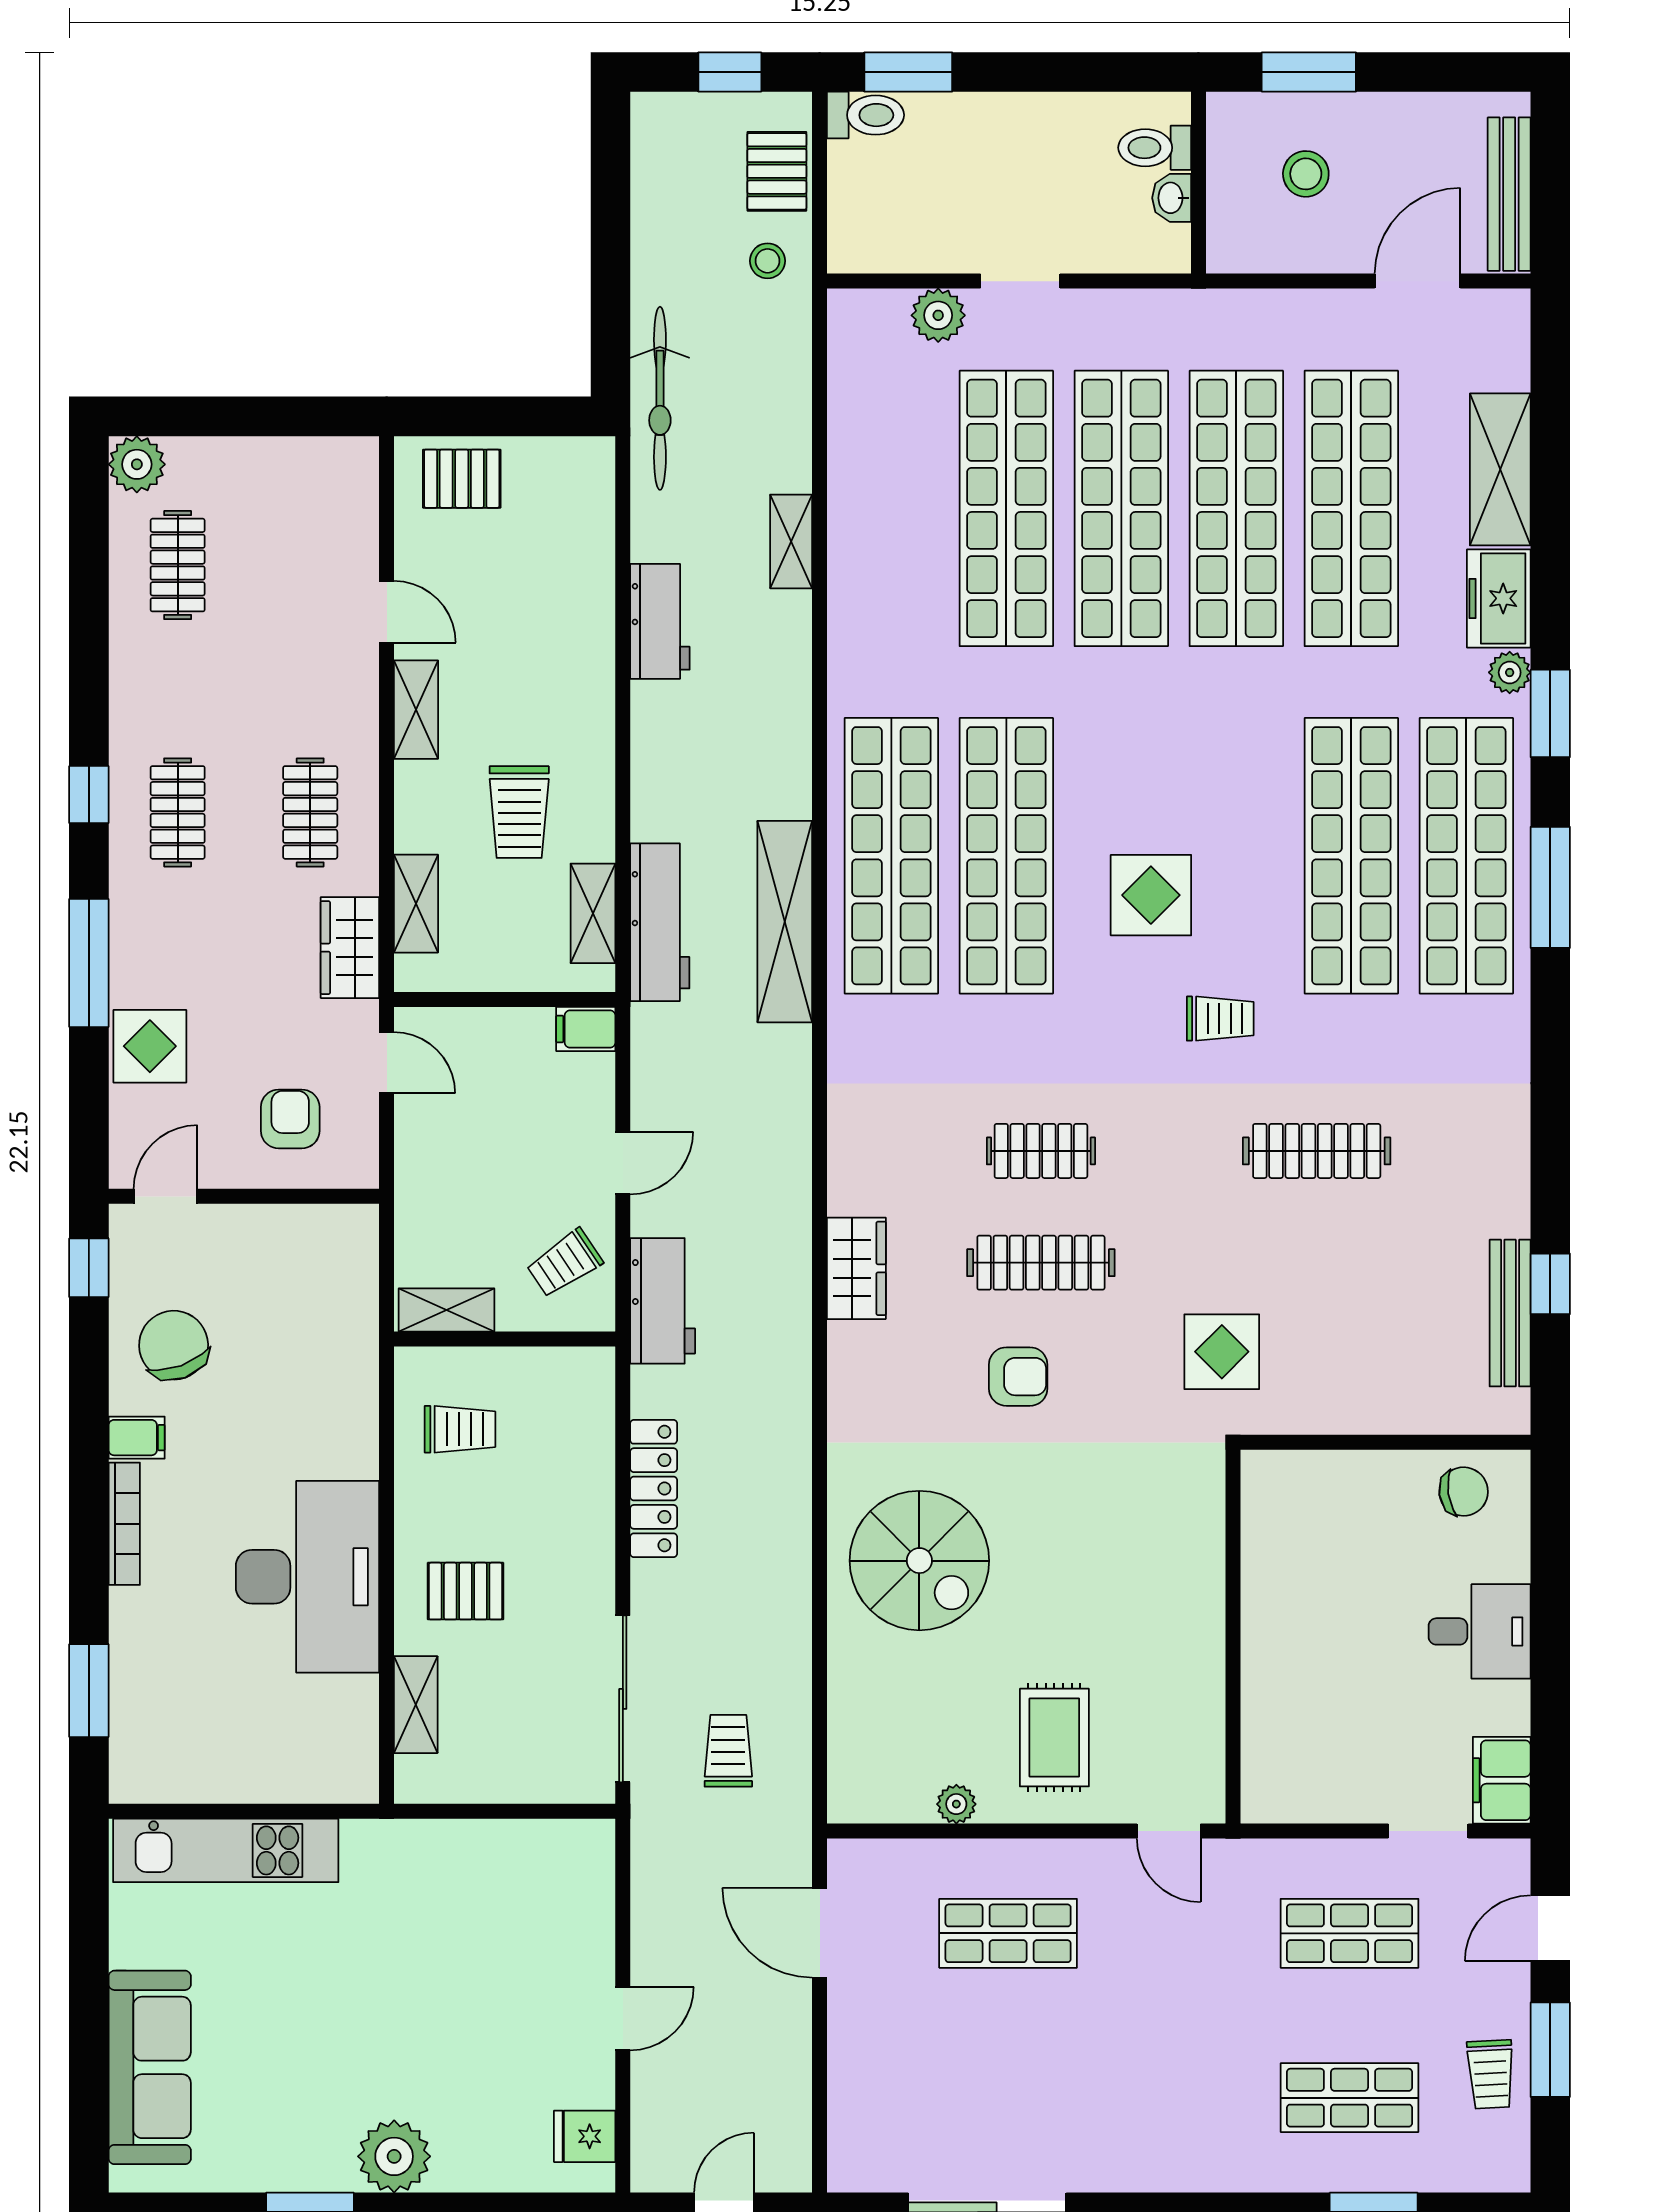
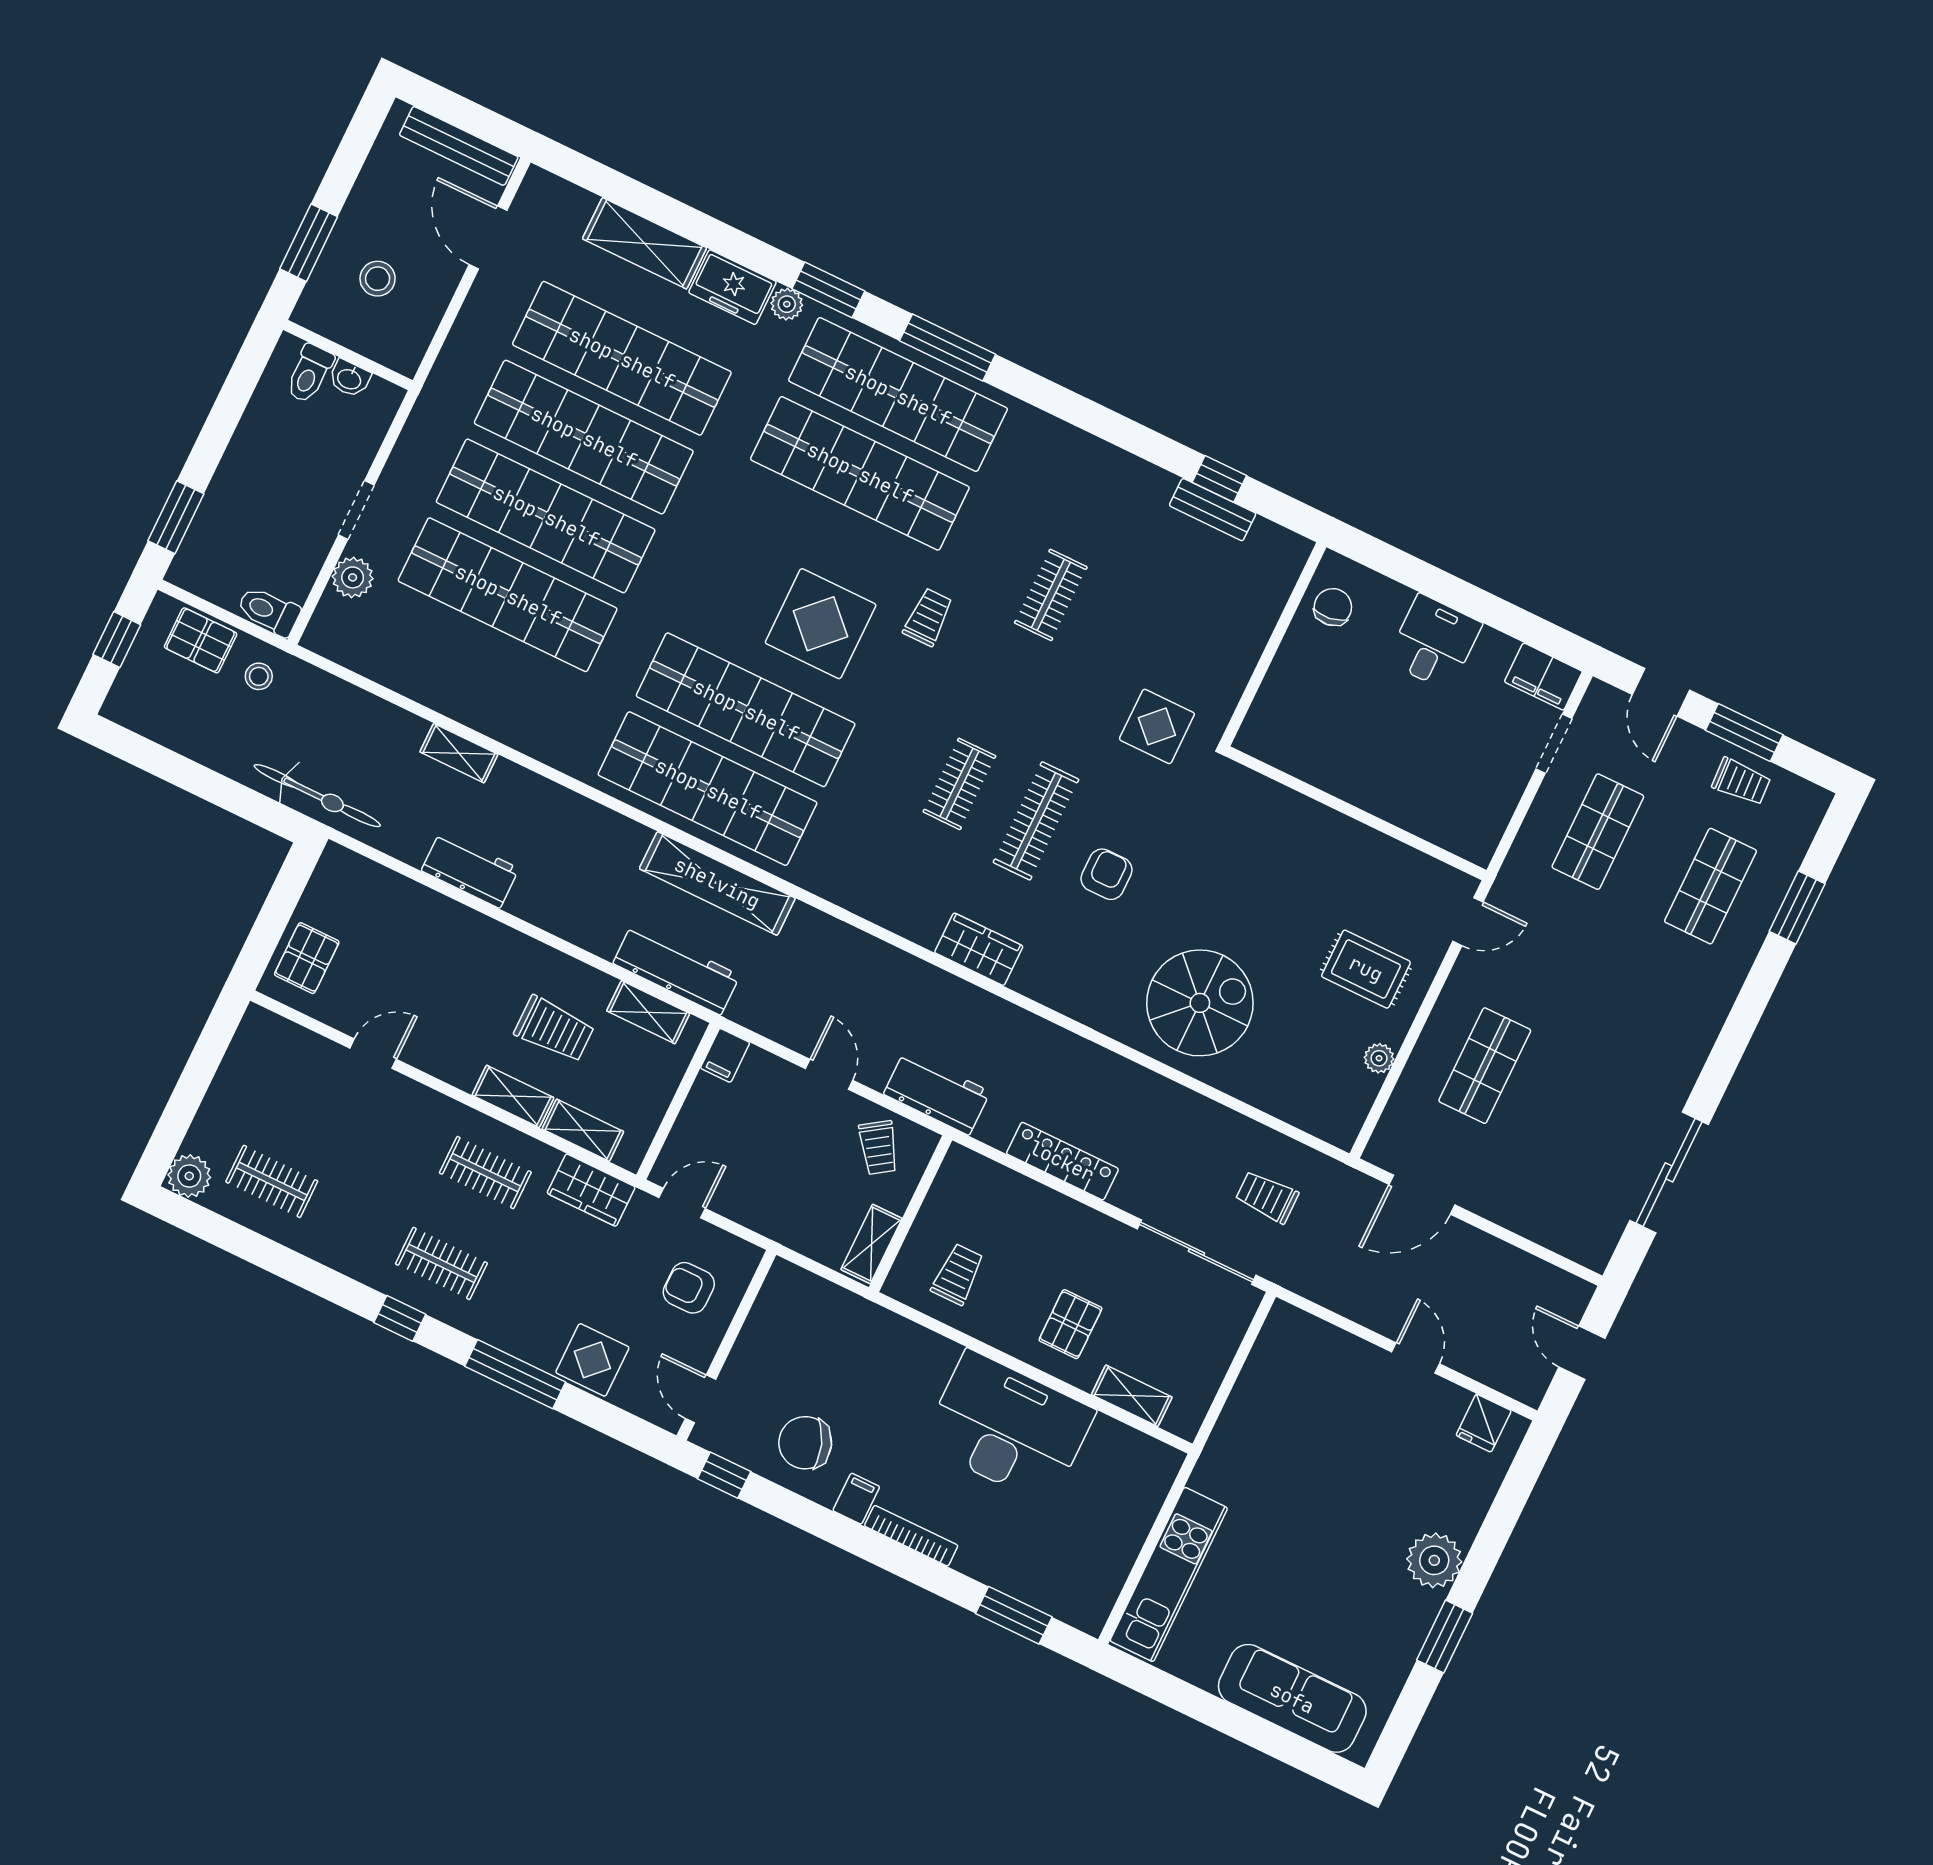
toilet: (866, 115) -> (269, 611), moved, turned -90
shelving: (416, 710) -> (513, 1096), moved
display table: (1151, 895) -> (821, 624), width x1.36, depth x1.36
clothes rail: (1317, 1151) -> (1051, 595), width x0.73
bench: (1510, 1313) -> (1213, 510), width x0.73

